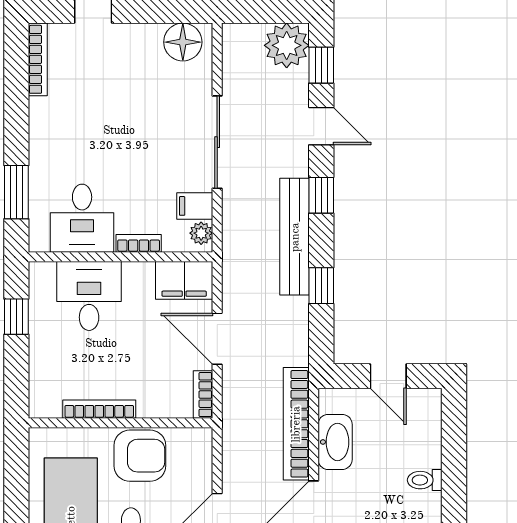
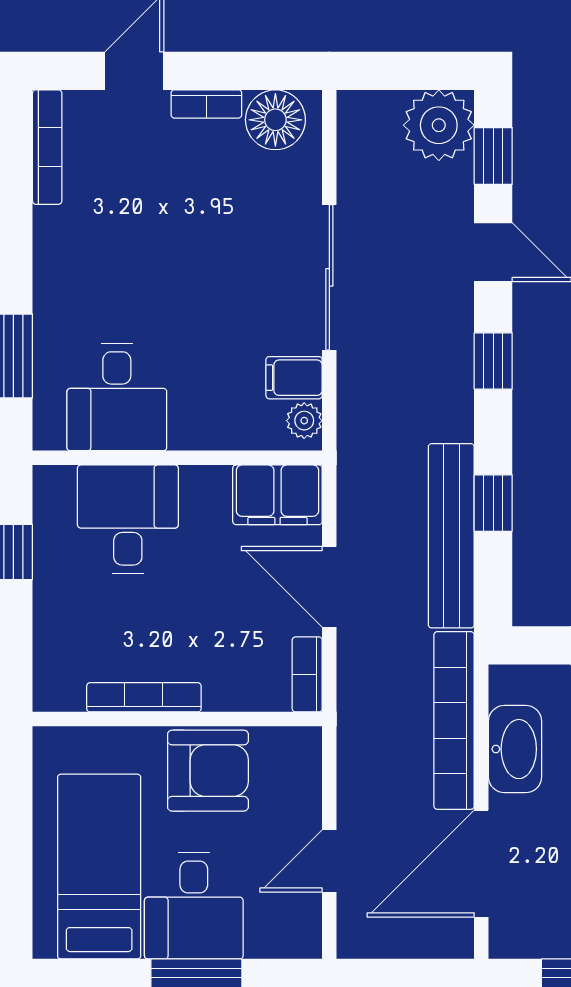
bench: (295, 237) -> (451, 536), moved
bookcase: (139, 243) -> (206, 104), moved, turned 180

